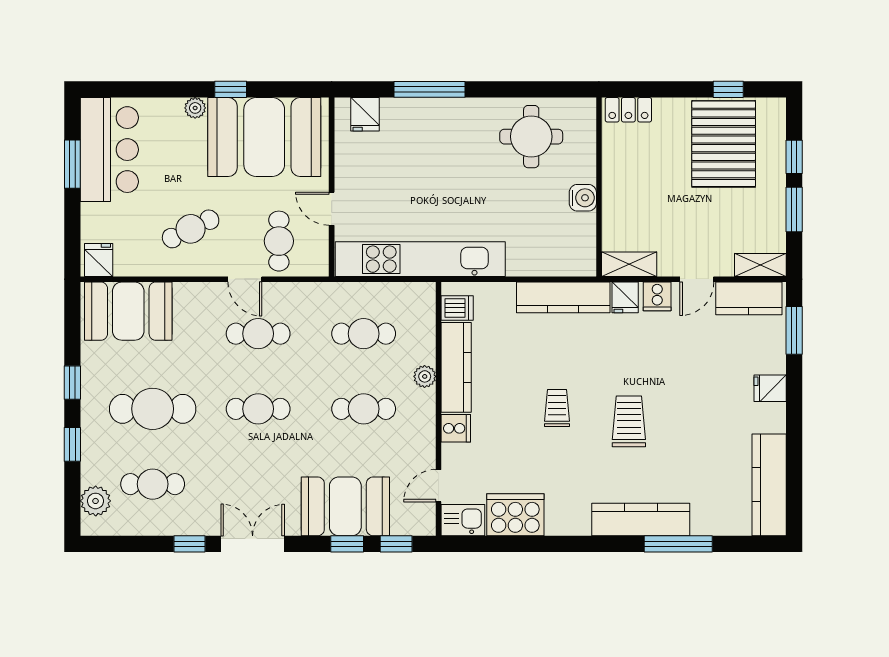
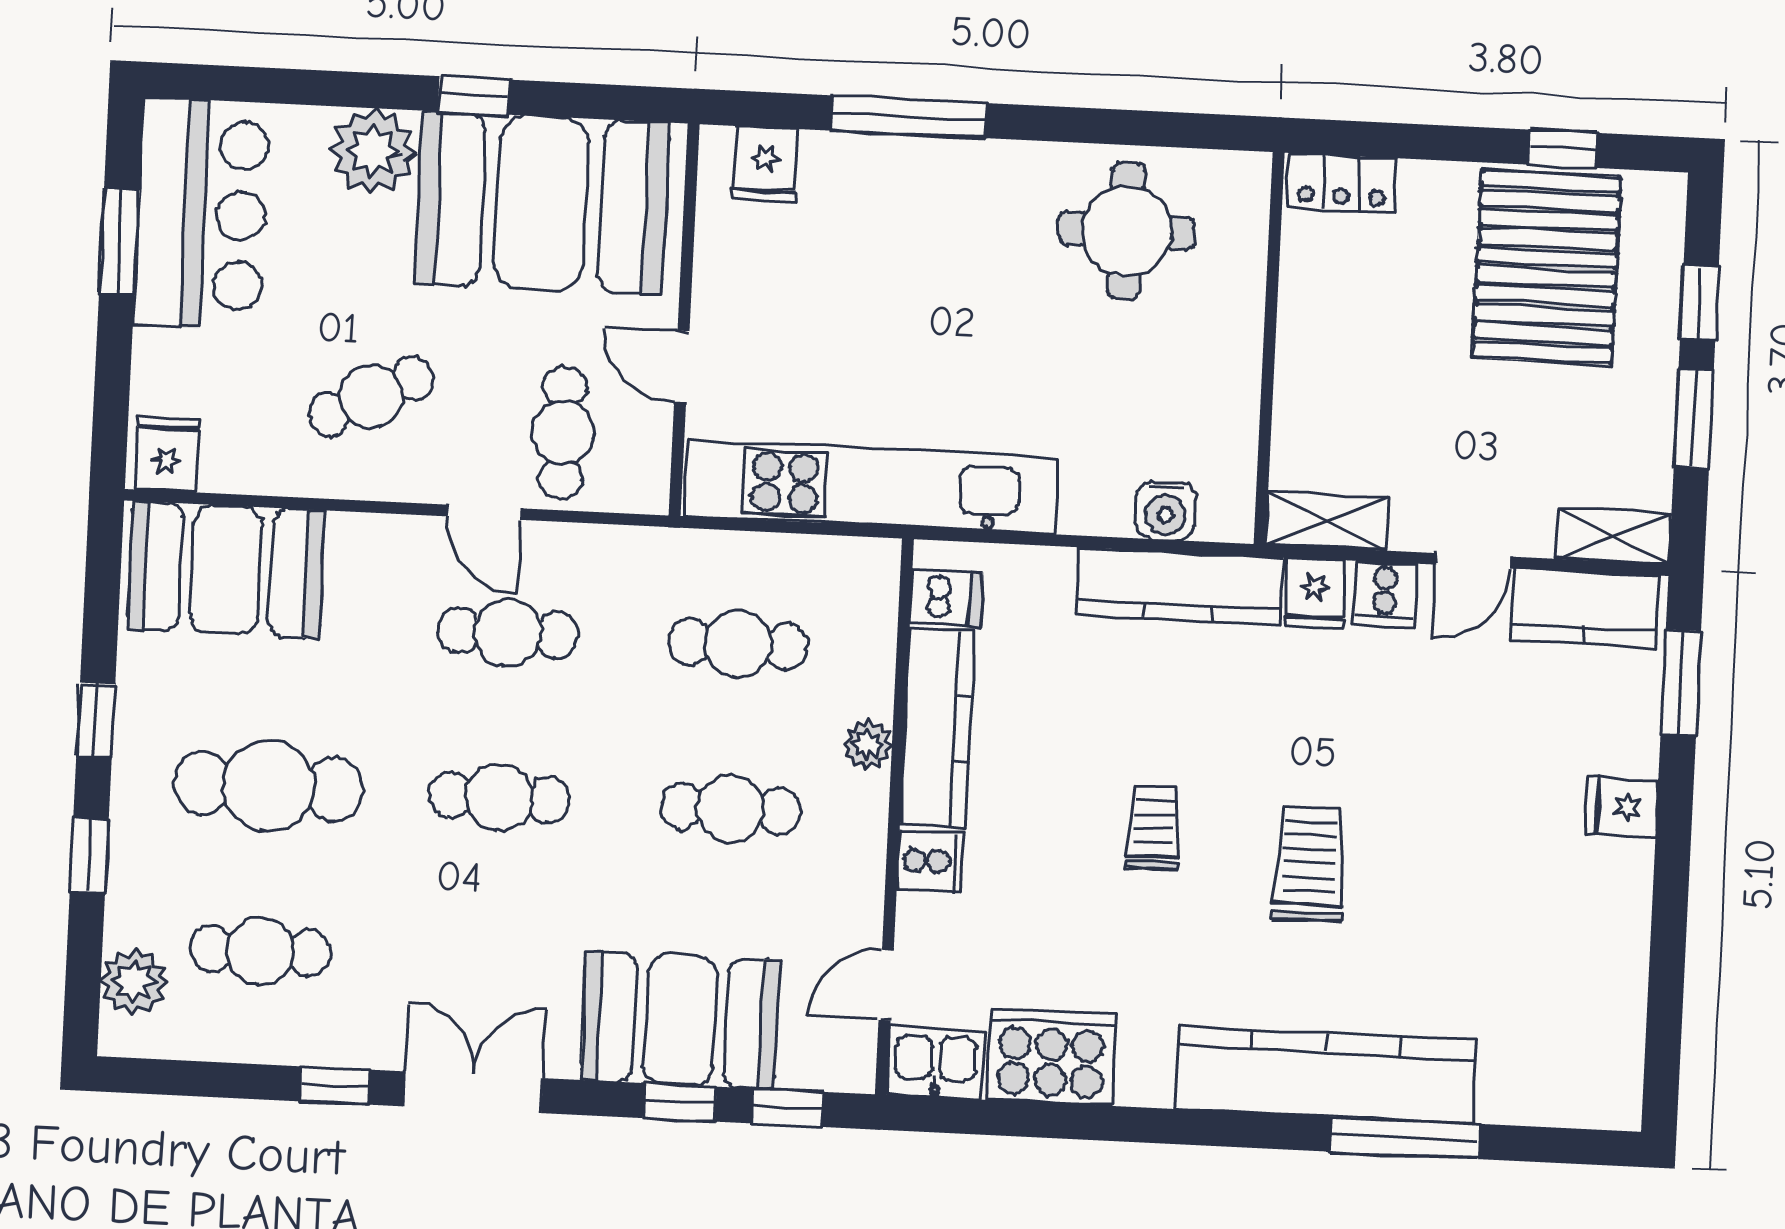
plant: (195, 108) -> (373, 151), width x1.87, depth x1.87
water cooler: (583, 198) -> (1166, 510), moved, turned 90
kitchen counter: (769, 485) -> (1610, 1018), removed
kitchen counter: (641, 520) -> (1325, 1075), width x1.39, depth x1.17

